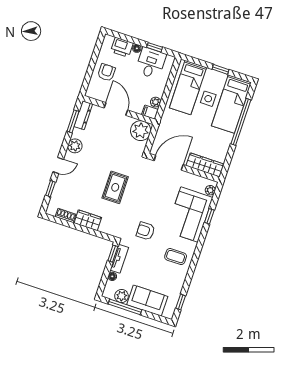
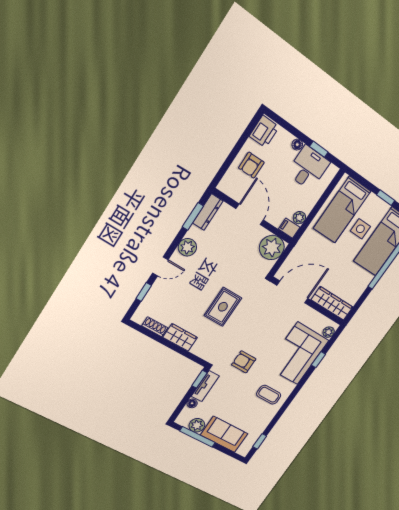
printer: (122, 47) -> (264, 132), moved, turned -90
armchair: (107, 72) -> (251, 165), turned 180

